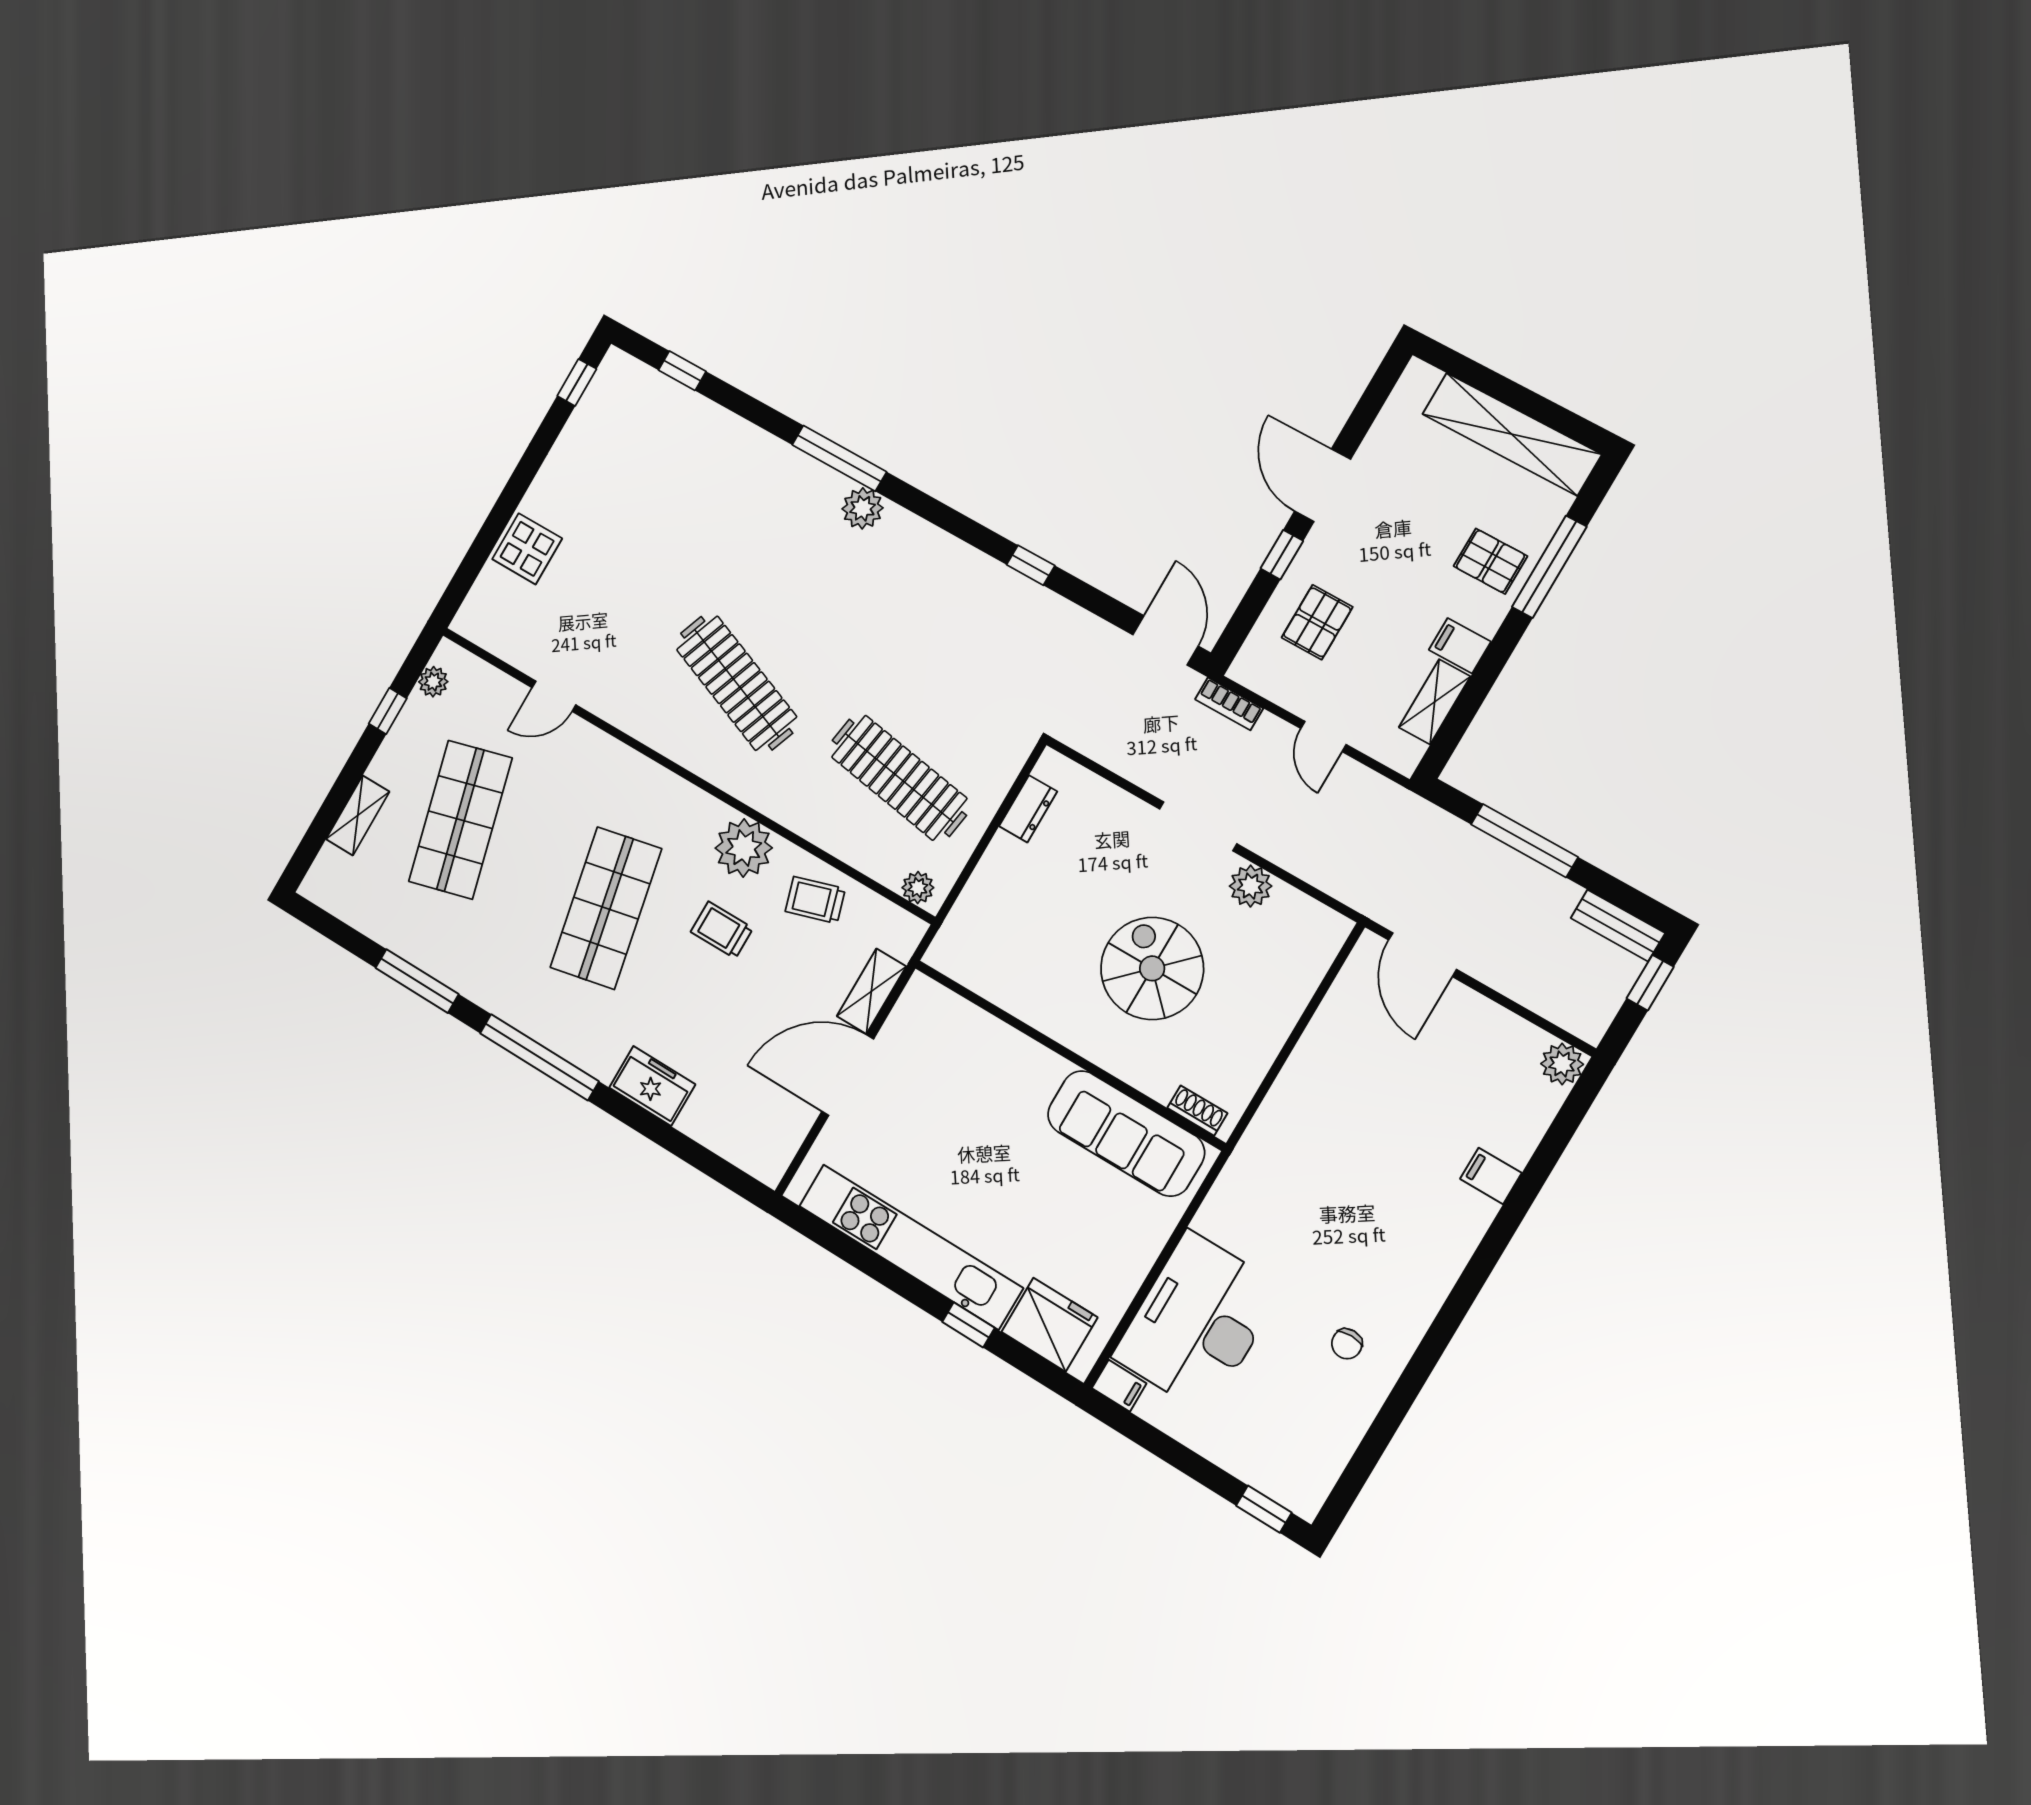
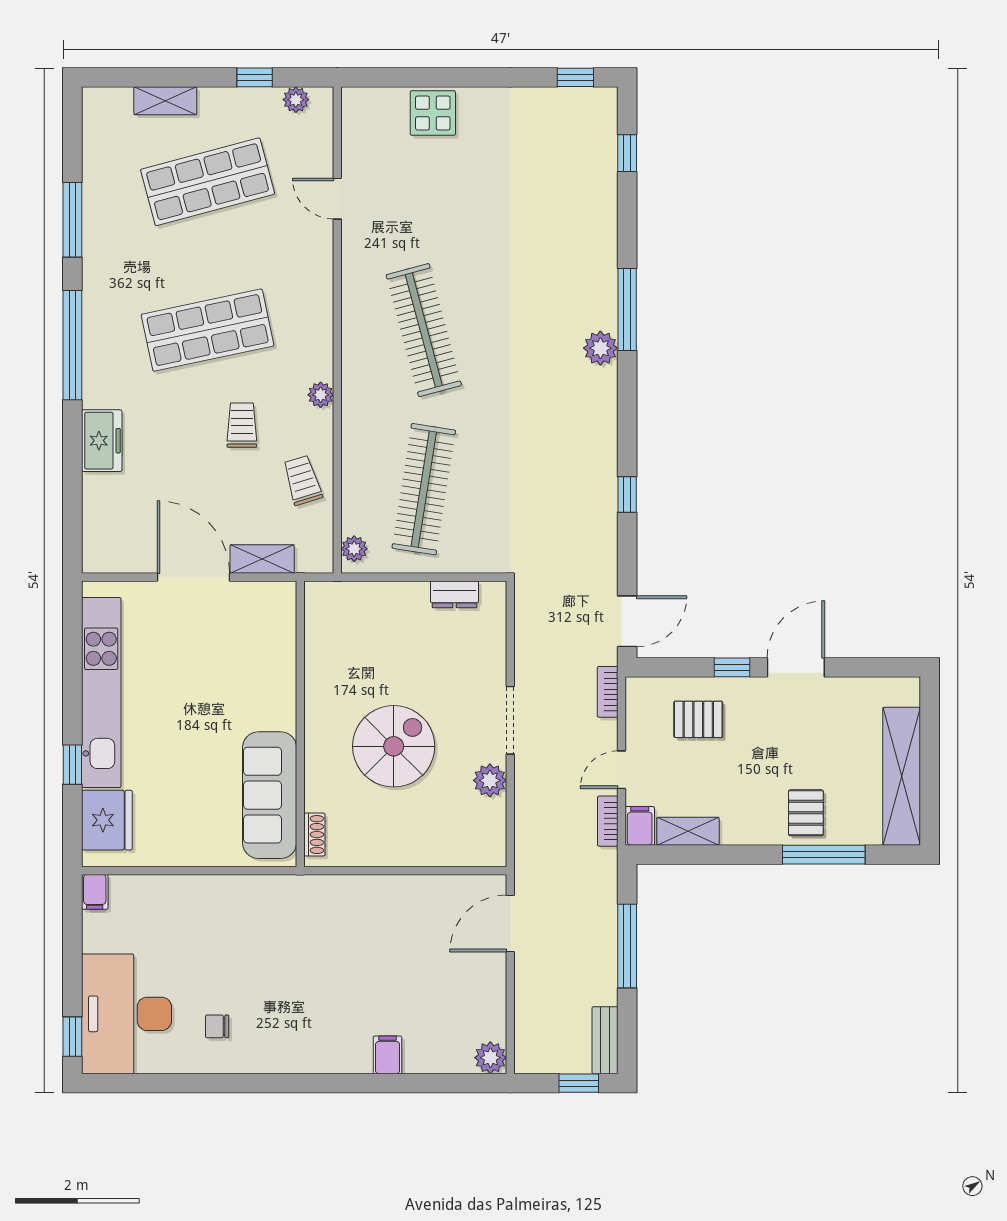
filing cabinet: (1460, 646) -> (640, 826), moved
clothes rail: (737, 683) -> (424, 330), turned -36
bookcase: (1371, 783) -> (608, 821), added
plant: (744, 848) -> (321, 395), width x0.53, depth x0.53
desk: (1198, 1322) -> (126, 1014), moved, turned -90

